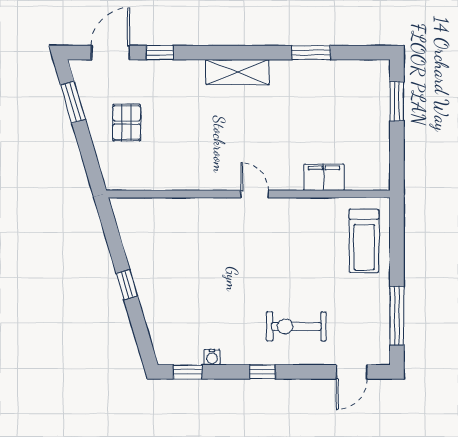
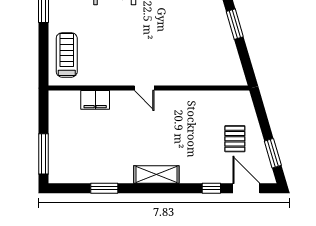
door: (110, 53) -> (246, 188), swing flipped
window: (397, 101) -> (43, 154), width x1.44
window: (127, 285) -> (235, 24), width x1.50

